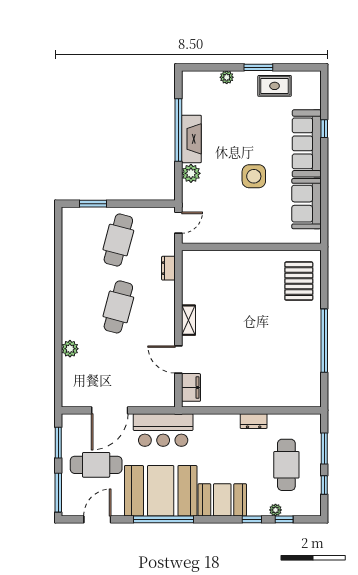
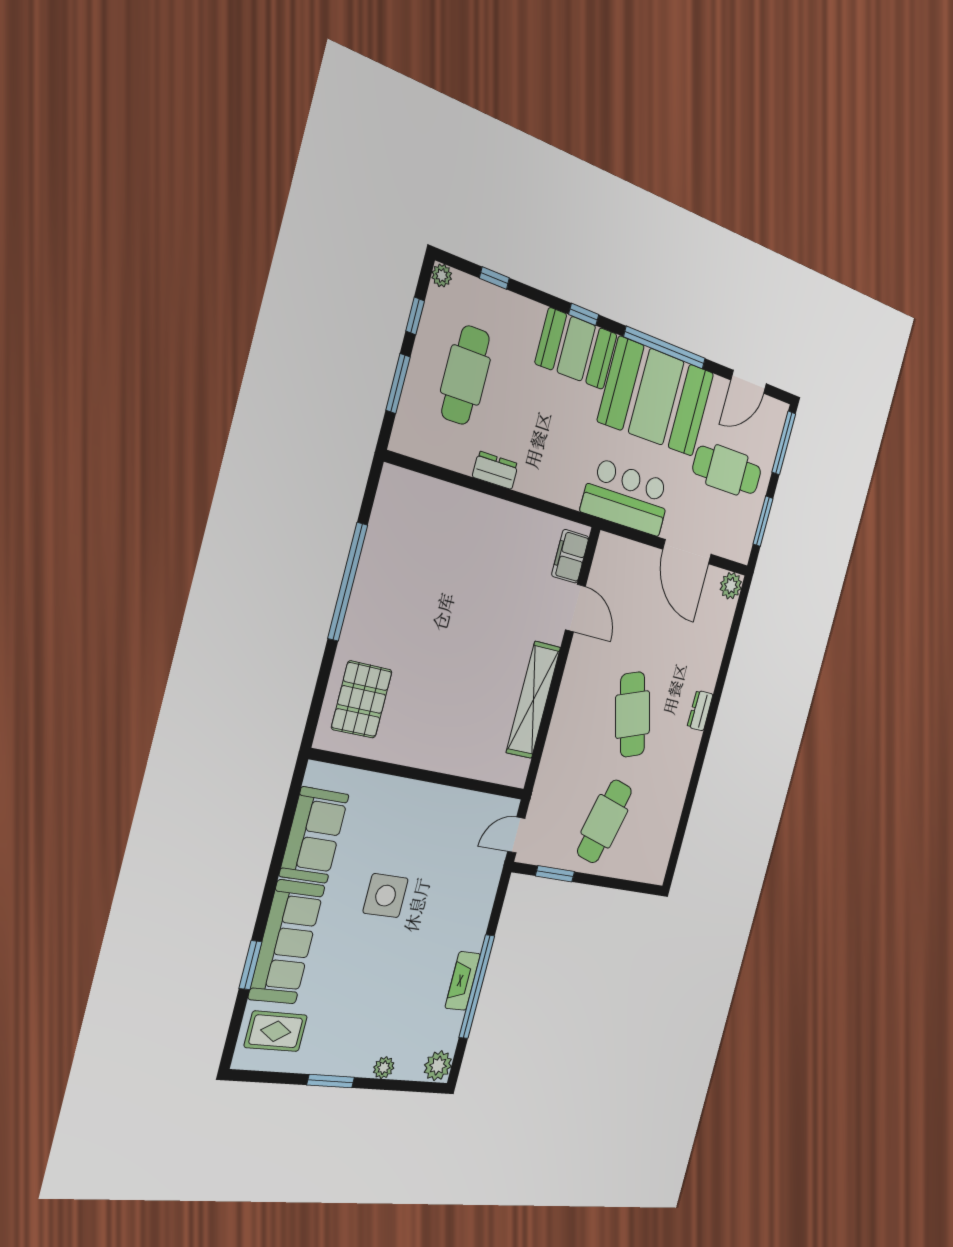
rug: (275, 86) -> (276, 1031), moved
window: (324, 129) -> (250, 965), width x1.50
fireplace: (191, 139) -> (463, 981), width x0.73, depth x0.76
plant: (191, 173) -> (438, 1066), moved
window: (93, 204) -> (555, 874), moved
dresser: (168, 268) -> (700, 711), moved, turned 180
cafe table: (118, 307) -> (633, 715), turned -33
shelving: (188, 320) -> (533, 700), width x2.20, depth x1.33
plant: (70, 349) -> (731, 586), moved
door: (110, 410) -> (687, 552), swing flipped
plant: (275, 510) -> (442, 276), moved
window: (252, 519) -> (584, 314), moved

